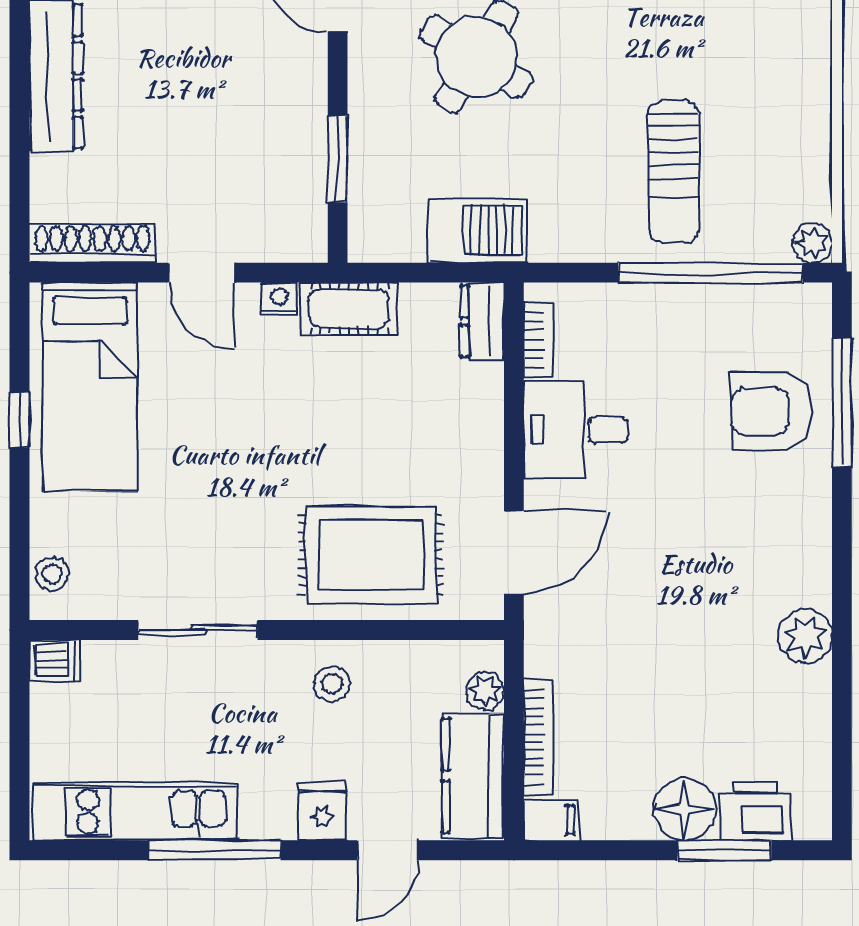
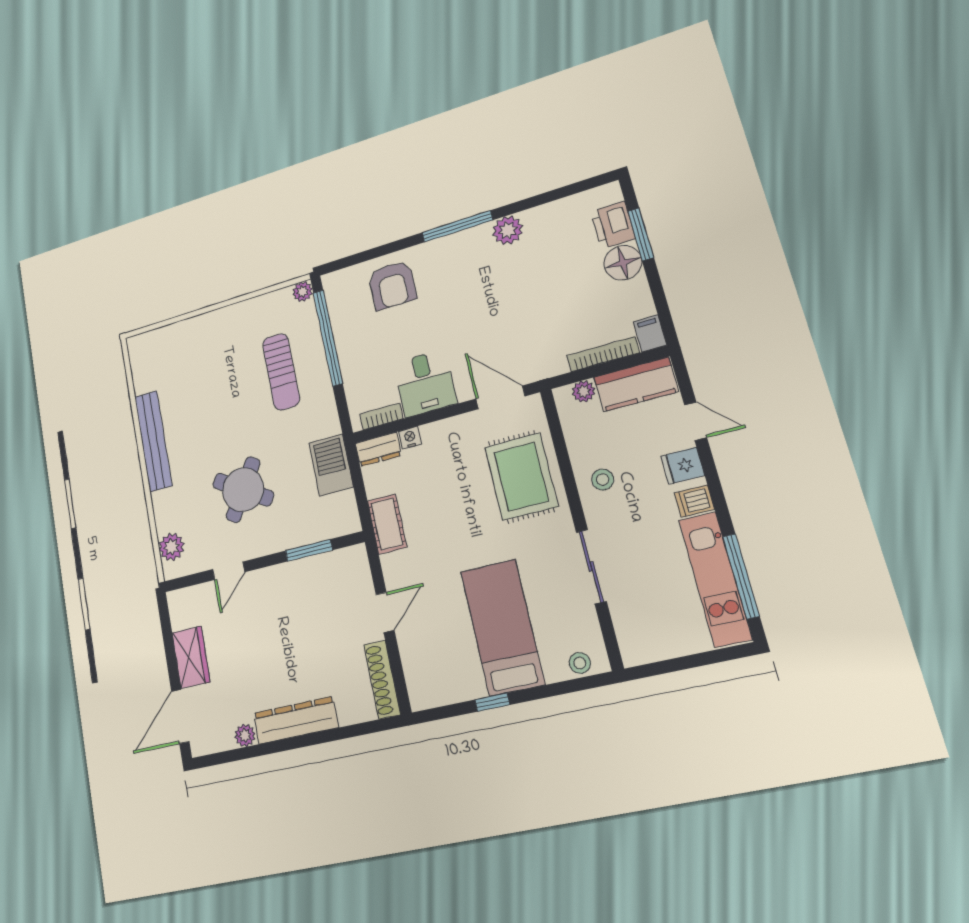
sun lounger: (673, 172) -> (281, 372), turned 90
nightstand: (279, 299) -> (410, 438), moved, turned 90
bed: (90, 387) -> (502, 627), moved, turned -90
window: (842, 402) -> (457, 226), moved
dishwasher: (56, 660) -> (694, 501), moved, turned -90
window: (215, 850) -> (741, 576), moved

